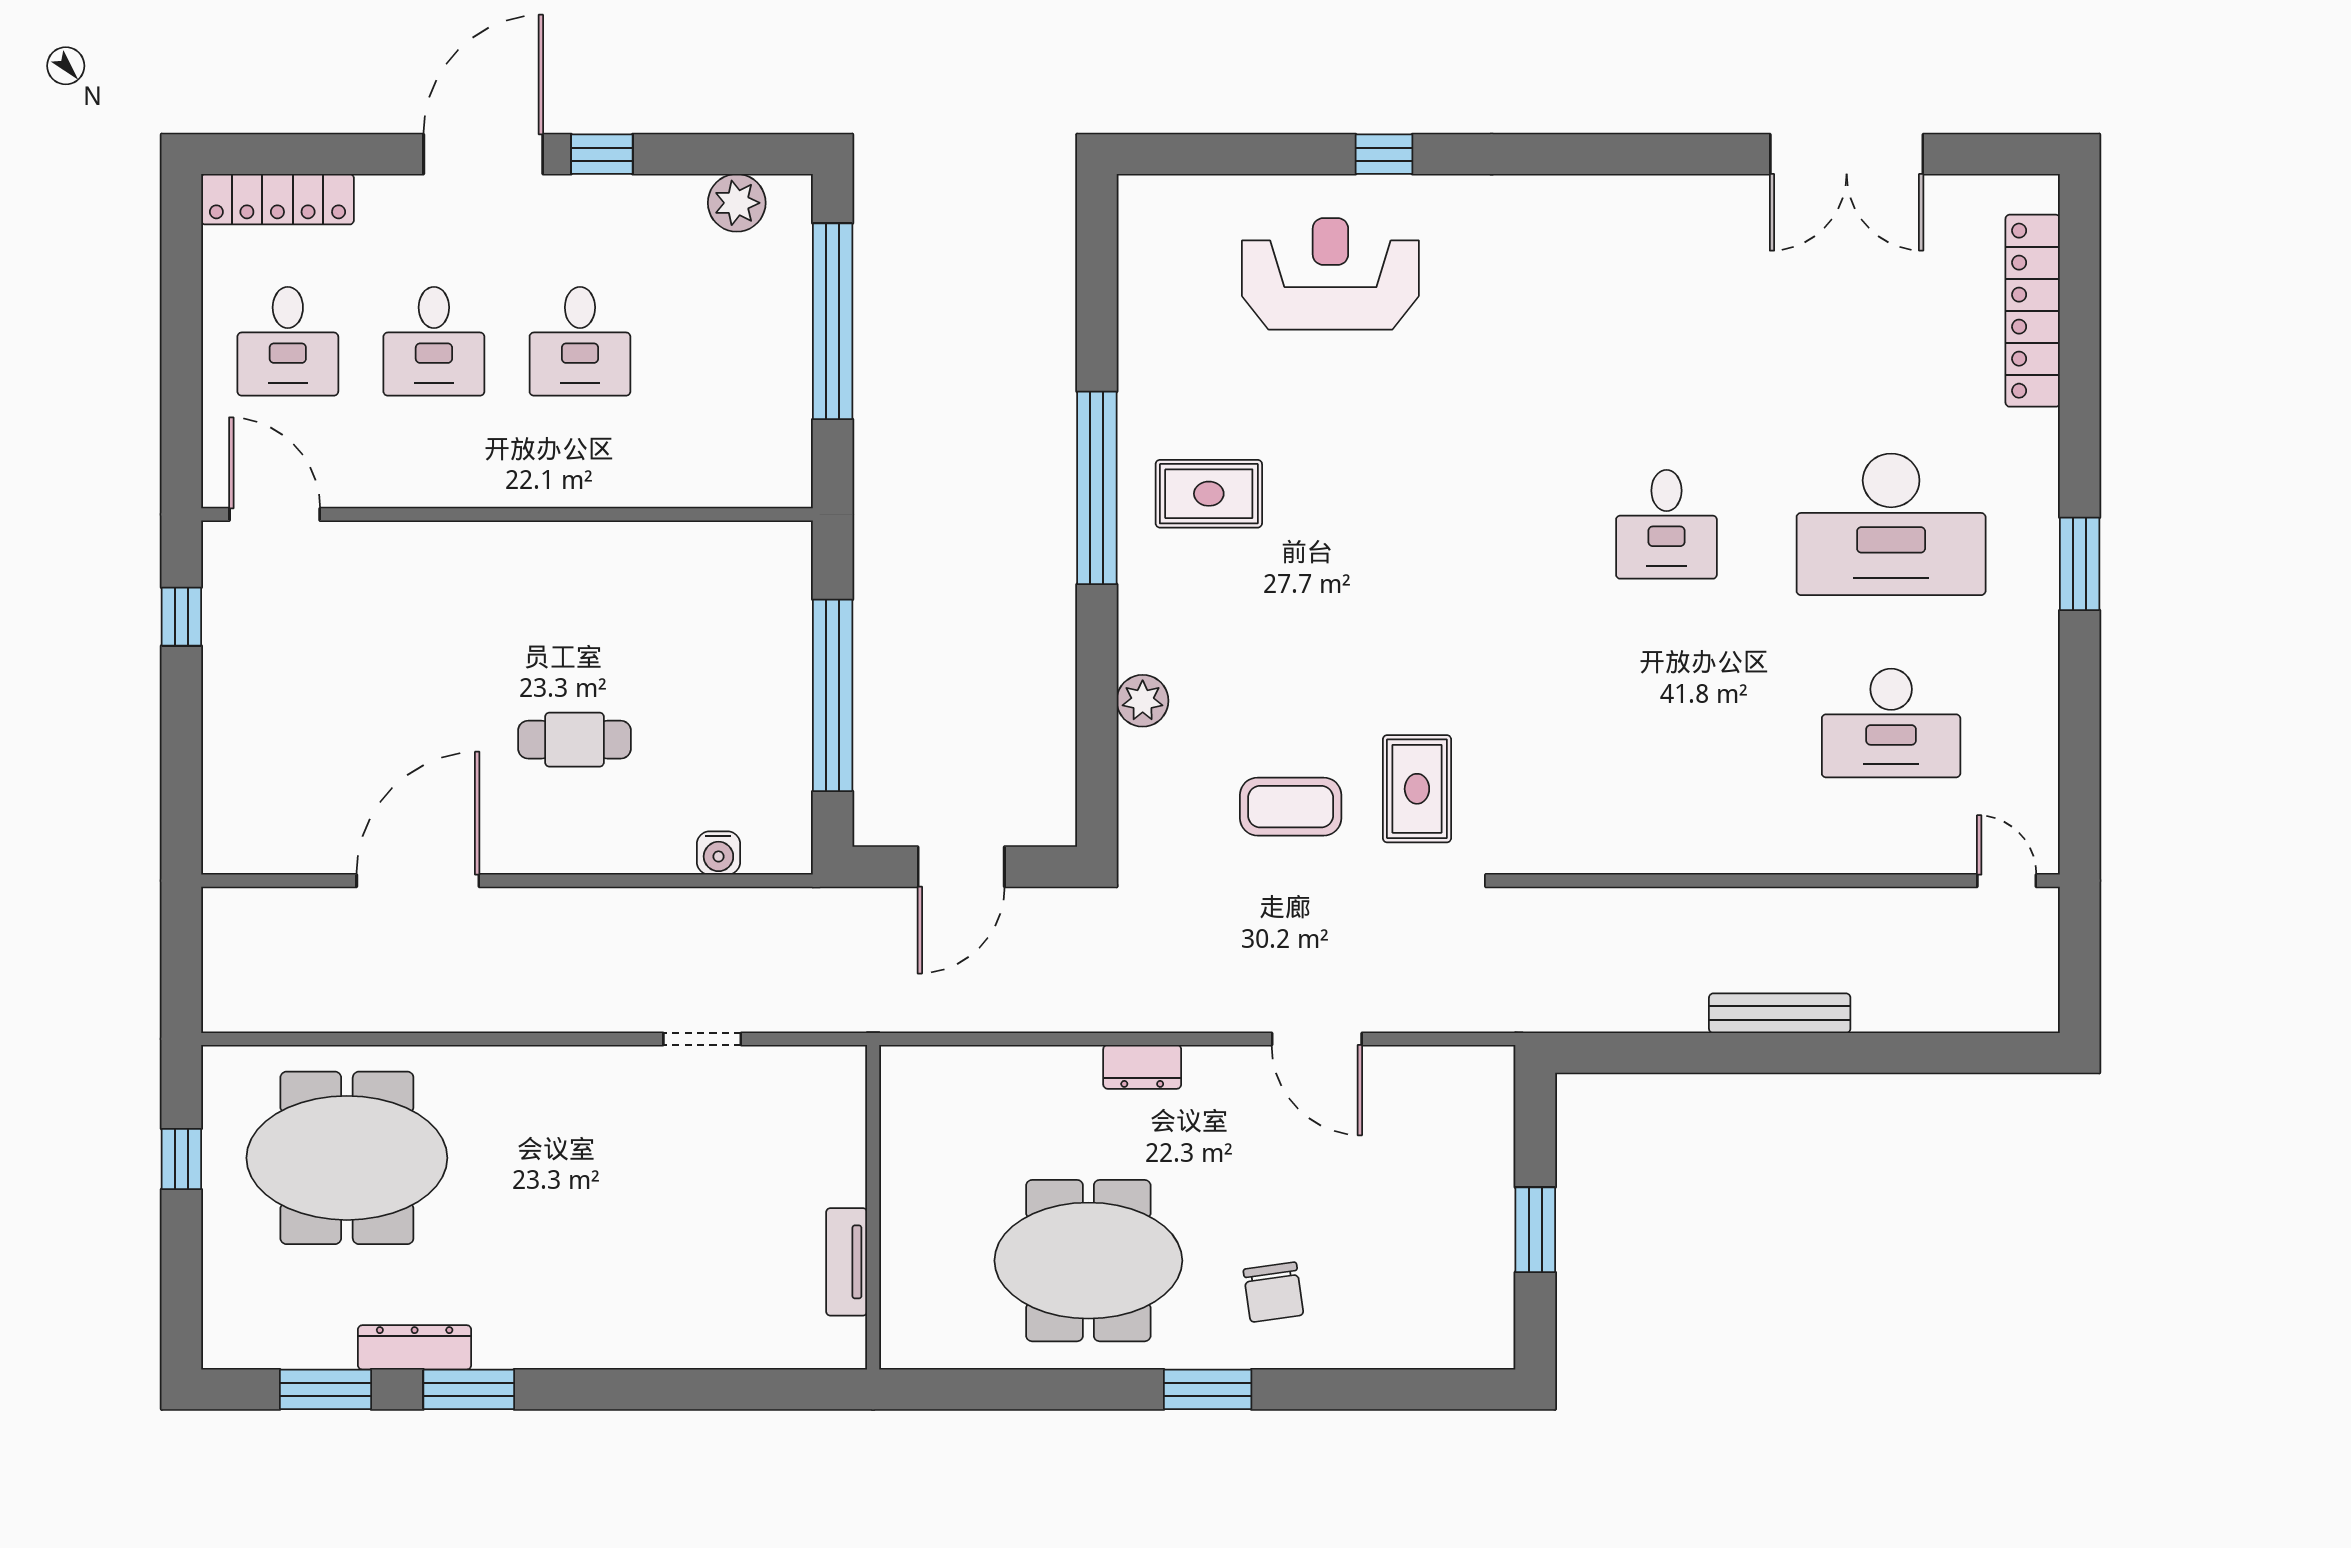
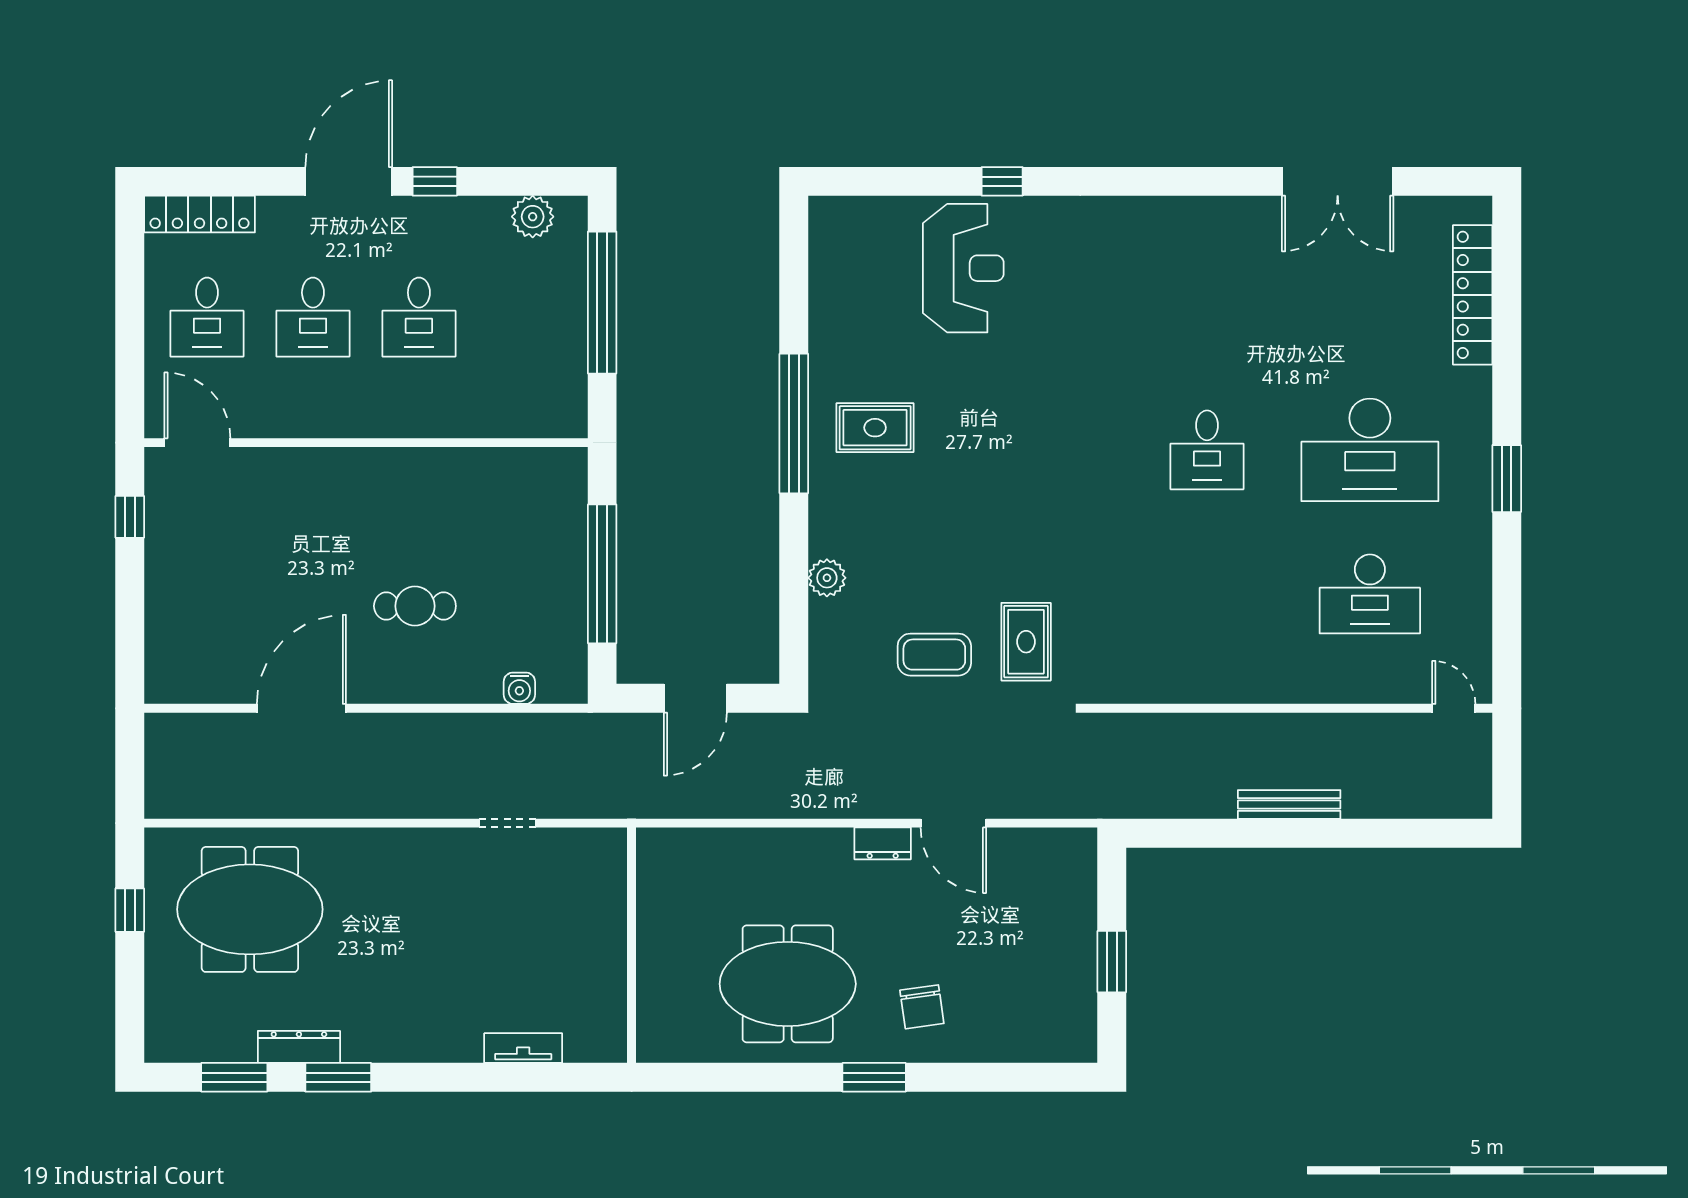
reception desk: (1330, 274) -> (963, 268), turned 90
dresser: (1142, 1067) -> (883, 843), moved
tv unit: (847, 1262) -> (523, 1048), moved, turned 90

